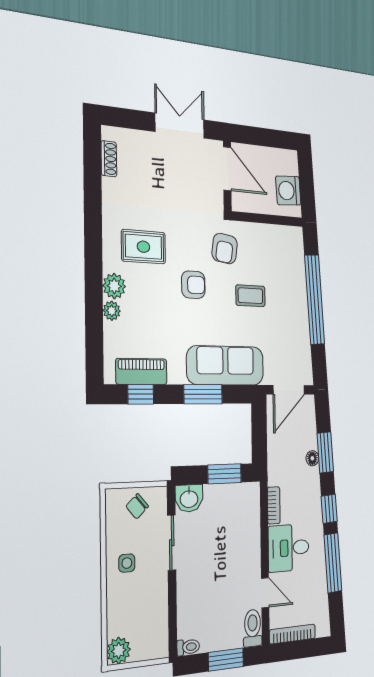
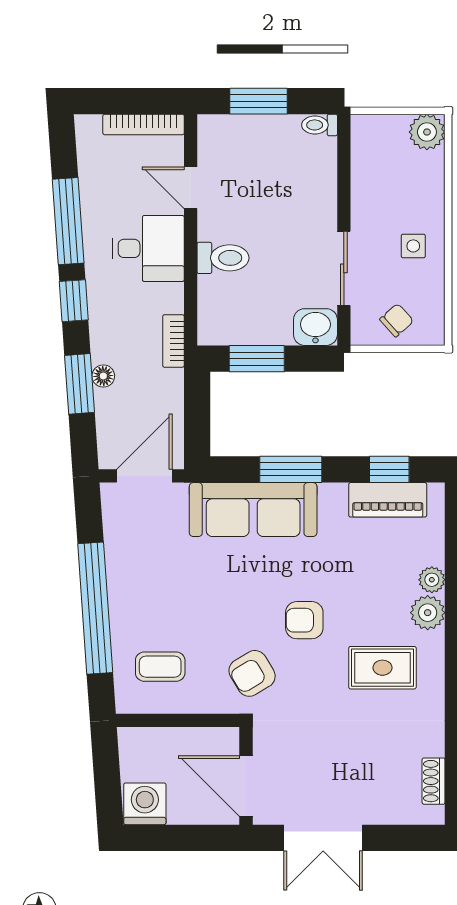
washing machine: (288, 191) -> (145, 804), moved, turned -86
armchair: (225, 249) -> (252, 673), turned -129
coffee table: (250, 296) -> (160, 667), moved
bookcase: (274, 505) -> (173, 341), moved
toilet: (253, 628) -> (223, 258), moved, turned -90

